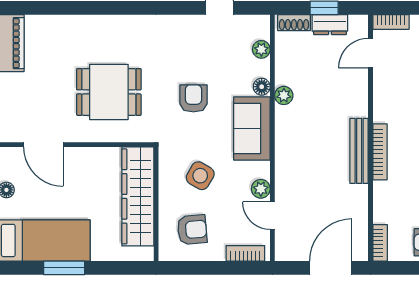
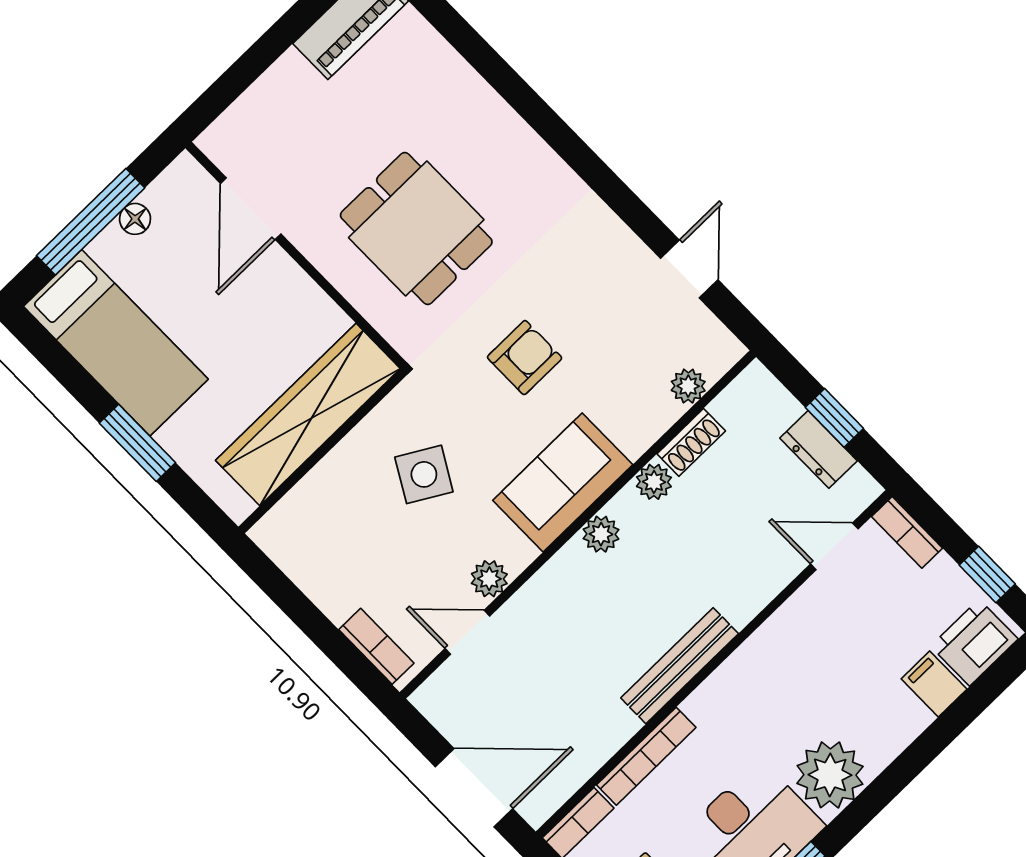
shoe rack: (294, 23) -> (691, 442), moved, turned -90
floor lamp: (262, 87) -> (636, 438), removed
plant: (284, 133) -> (601, 534), added
bookcase: (380, 152) -> (646, 756), moved
door: (272, 216) -> (467, 632), hinge flipped
armchair: (192, 230) -> (336, 538), removed
window: (64, 268) -> (137, 443), moved

